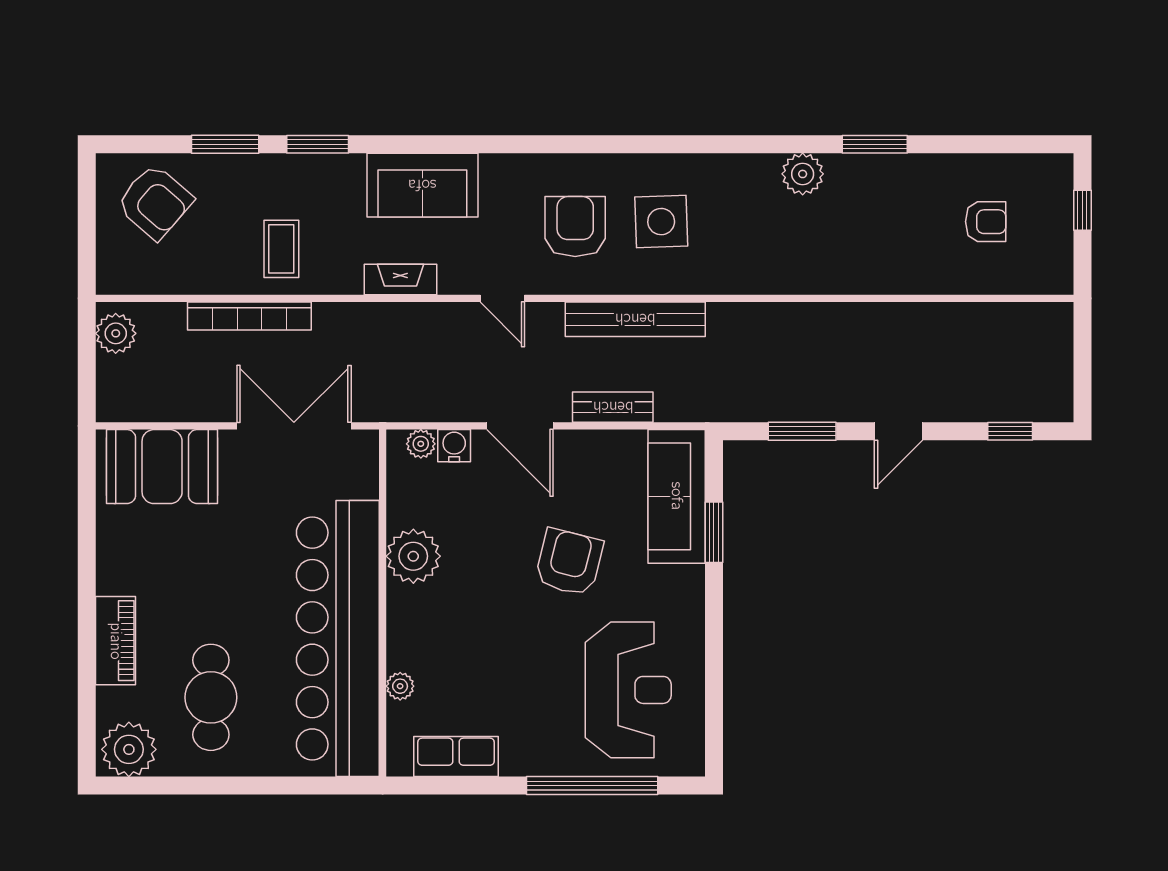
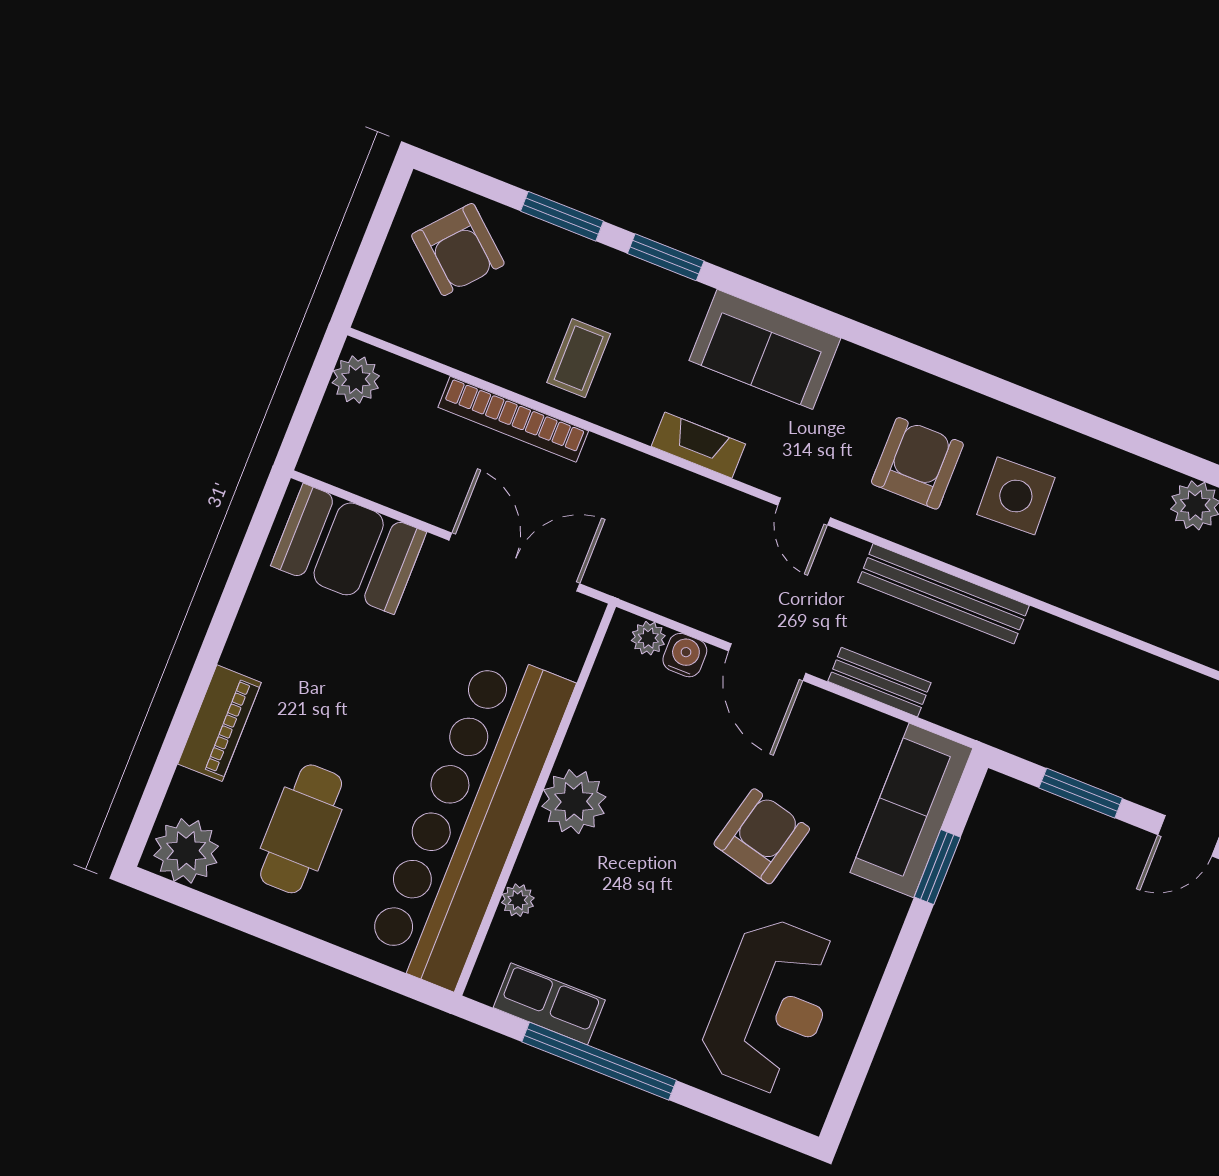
plant: (413, 556) -> (574, 802), moved
window: (592, 786) -> (599, 1061), moved

